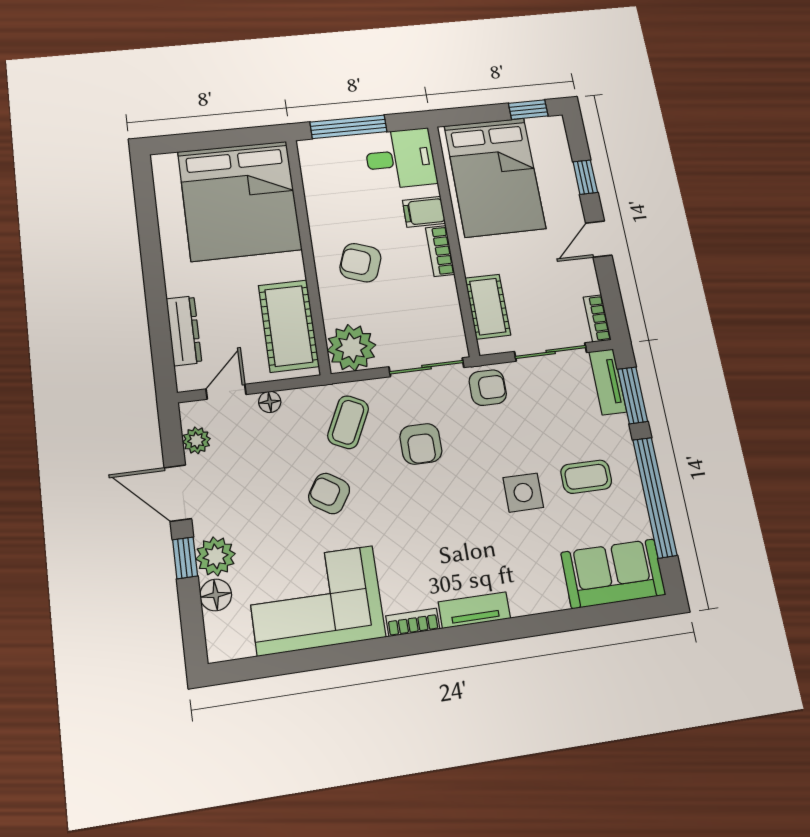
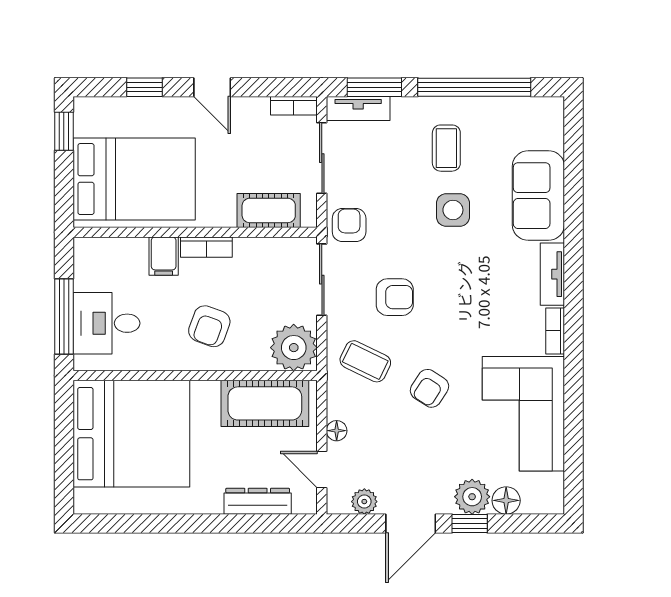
desk: (400, 159) -> (106, 323), moved, turned -90
sofa: (613, 574) -> (538, 196), moved

